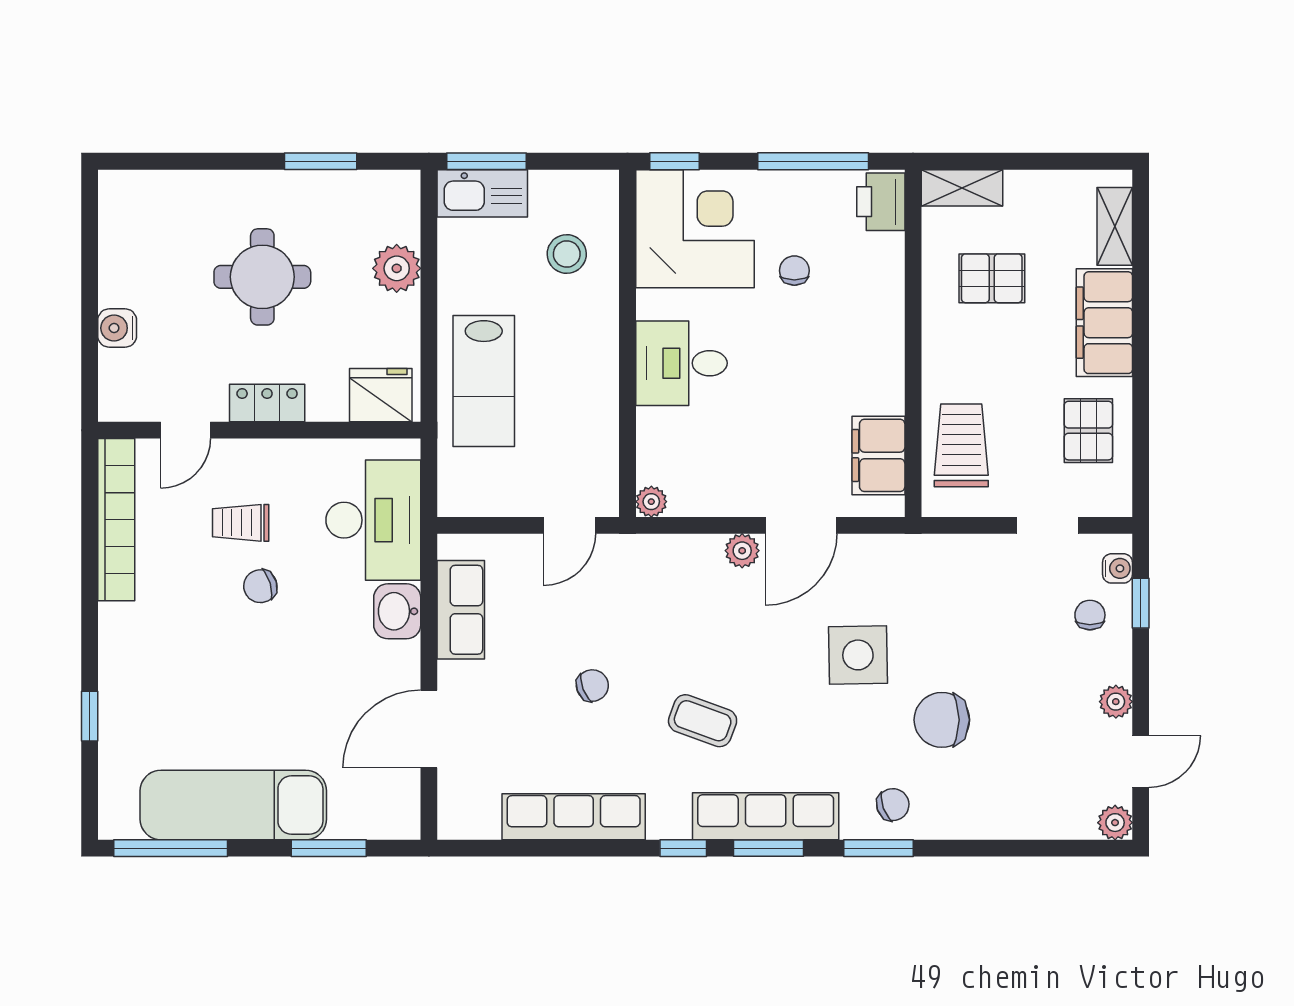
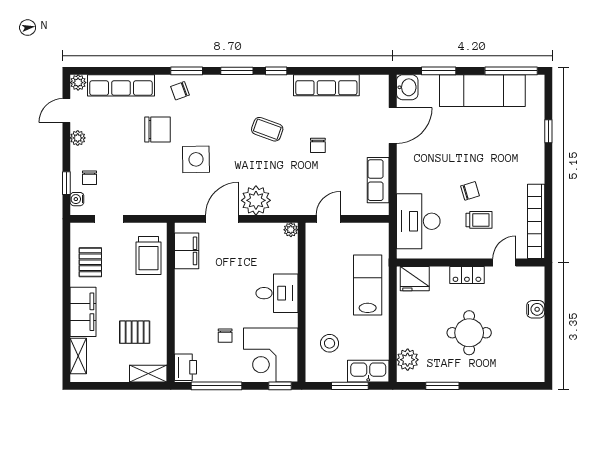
window: (487, 161) -> (350, 386), moved
plant: (397, 268) -> (408, 360), moved
plant: (742, 551) -> (256, 200), width x1.88, depth x1.88
washbasin: (397, 611) -> (407, 87), moved
chair: (592, 686) -> (318, 145), turned -69
row of seats: (766, 816) -> (121, 85), moved

